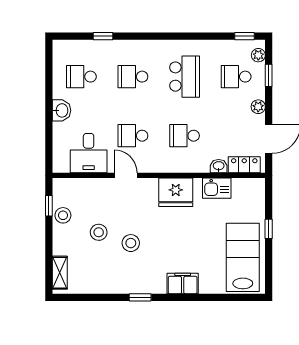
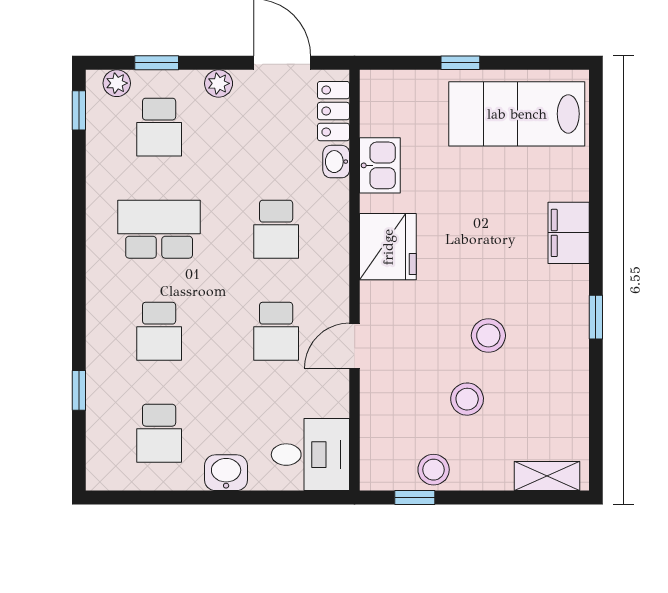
desk: (89, 153) -> (310, 455), moved

